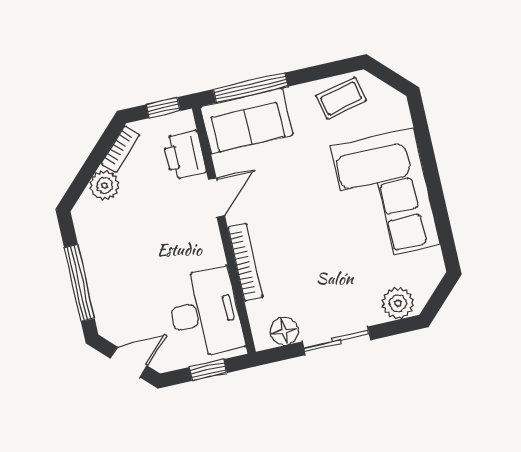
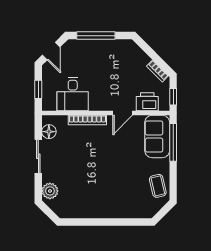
plant: (104, 185) -> (141, 59), removed
corner sofa: (385, 195) -> (105, 197), removed
door: (216, 197) -> (123, 113), hinge flipped
desk: (205, 313) -> (73, 94), width x0.73

